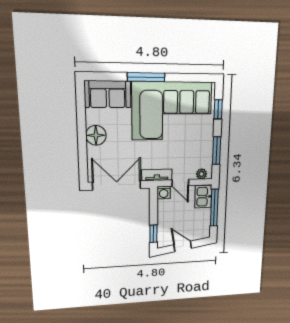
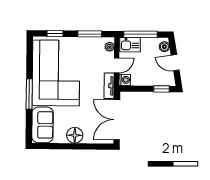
boiler: (200, 234) -> (164, 47), added
door: (183, 246) -> (175, 63), hinge flipped

